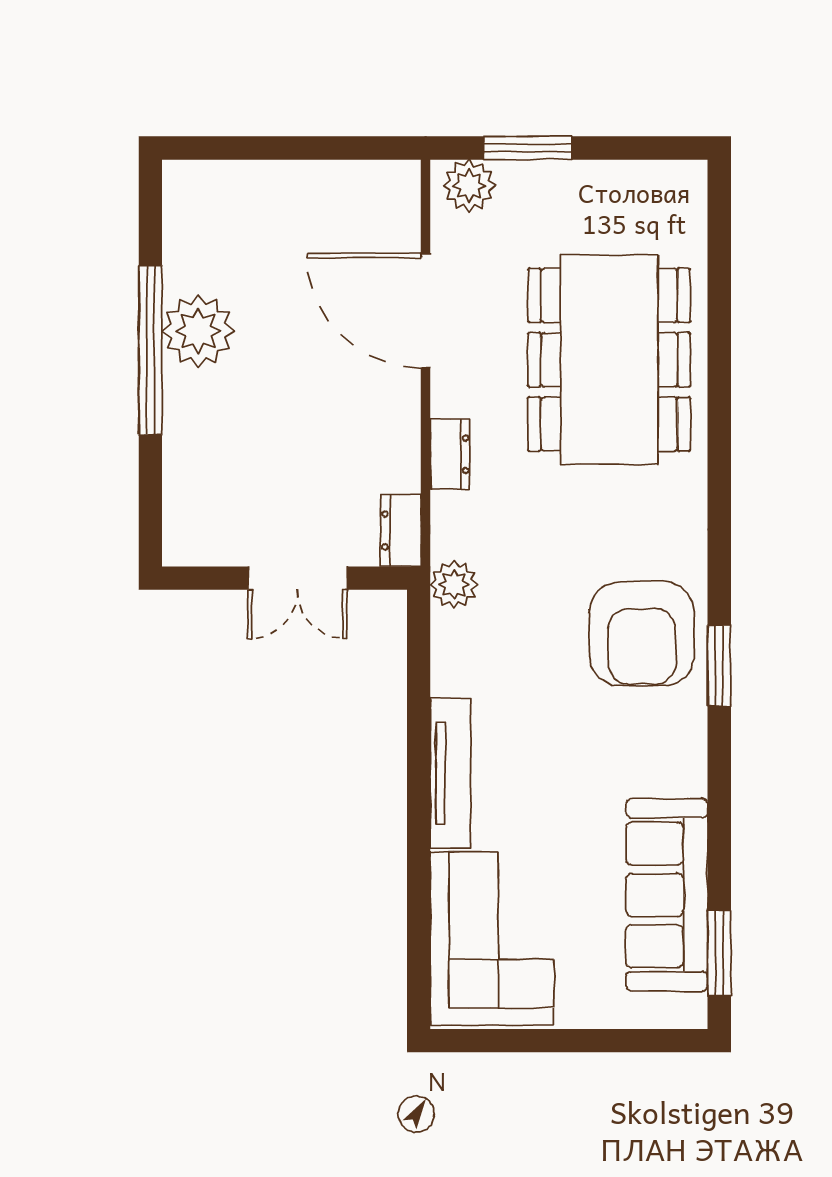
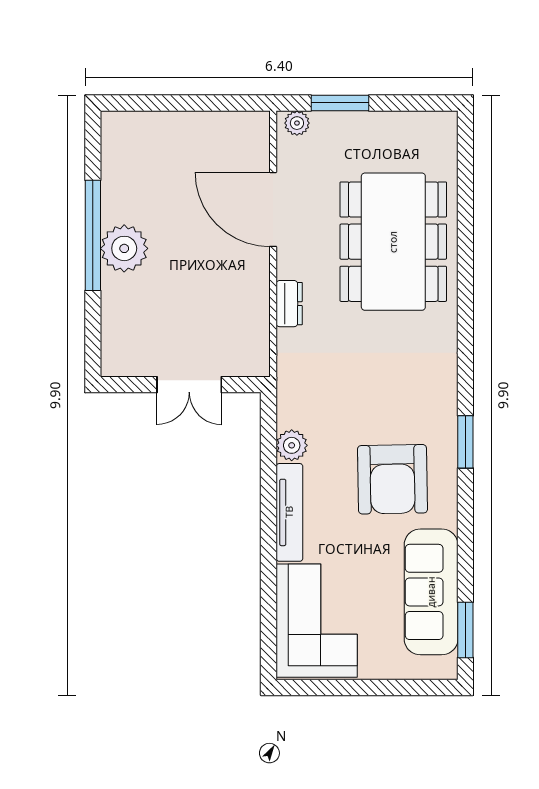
plant: (469, 186) -> (297, 123), width x0.73, depth x0.73
plant: (198, 331) -> (124, 248), moved
dresser: (401, 530) -> (257, 353), removed
plant: (454, 584) -> (292, 445), moved
armchair: (642, 634) -> (392, 479), moved

